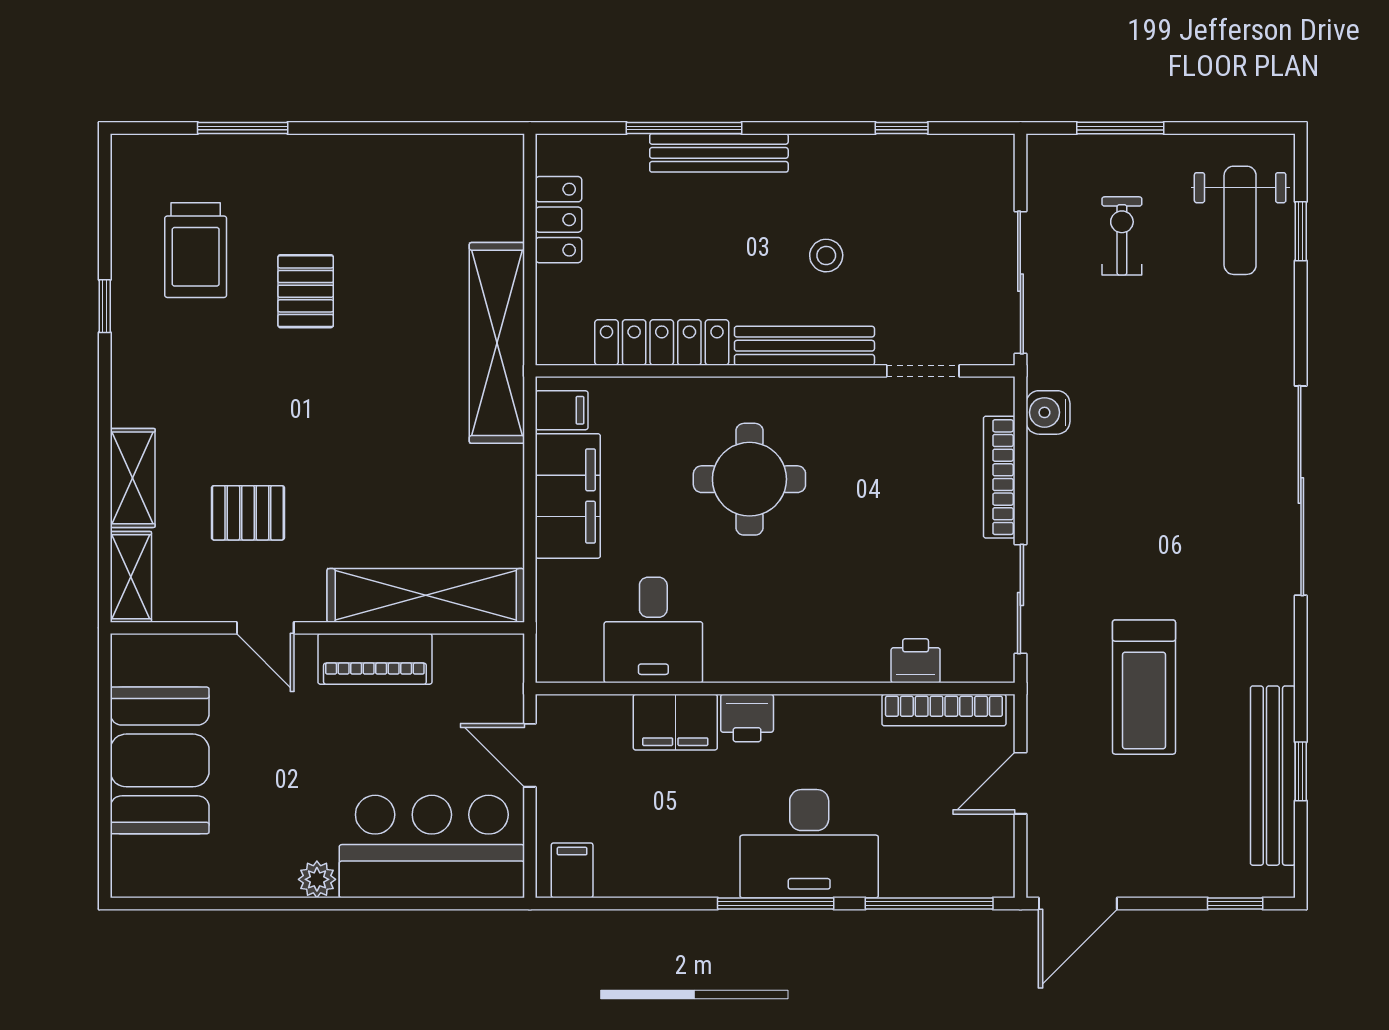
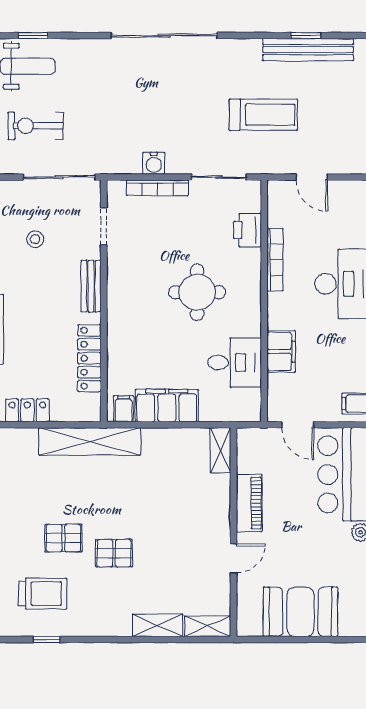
exercise bike: (1122, 236) -> (36, 126), width x1.38, depth x1.39
stool: (826, 256) -> (35, 239), moved
window: (105, 306) -> (47, 640), moved
bench: (804, 346) -> (91, 286), width x0.73
water cooler: (1048, 412) -> (154, 163), moved
round table: (749, 479) -> (197, 292), moved
pallet: (248, 513) -> (114, 553), moved, turned 90
shelving: (426, 595) -> (220, 450), width x0.45, depth x0.75
printer: (916, 661) -> (247, 230), width x1.36, depth x1.24
bookcase: (944, 710) -> (275, 260), moved
printer: (747, 718) -> (279, 315), removed
door: (530, 755) -> (298, 425), hinge flipped

